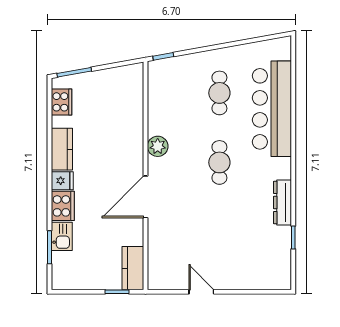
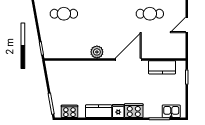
cafe table: (219, 162) -> (150, 14), moved
door: (146, 197) -> (128, 59), swing flipped
kitchen sink: (62, 236) -> (171, 111), moved
kitchen counter: (133, 268) -> (162, 67), moved

